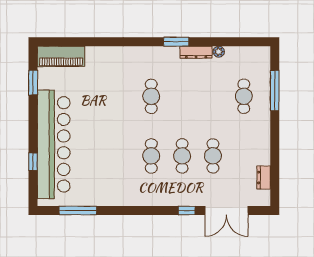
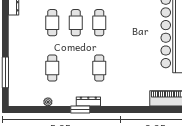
dresser: (196, 52) -> (88, 101), moved
cafe table: (244, 96) -> (52, 68), moved

